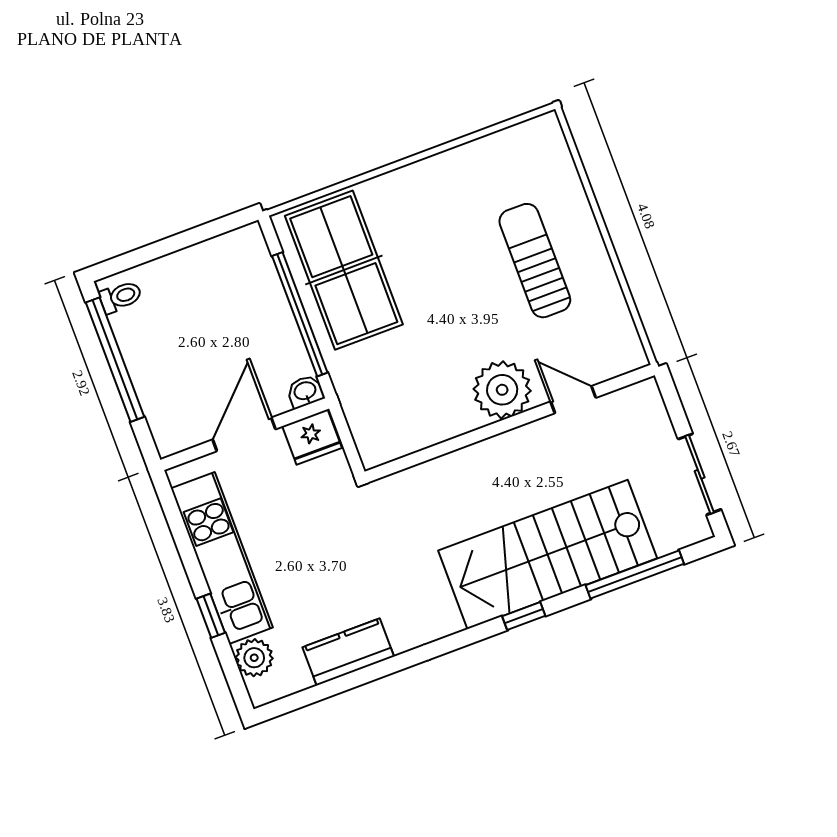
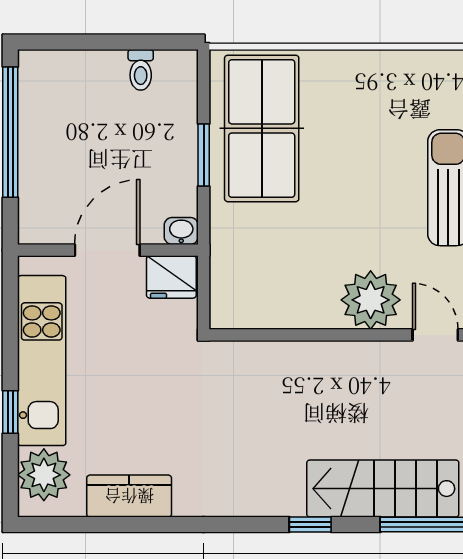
toilet: (120, 297) -> (141, 70), moved, turned 90
window: (300, 314) -> (204, 155), width x0.47
stairs: (548, 554) -> (383, 489), width x0.73, depth x0.66
plant: (254, 658) -> (44, 475), width x1.36, depth x1.36

